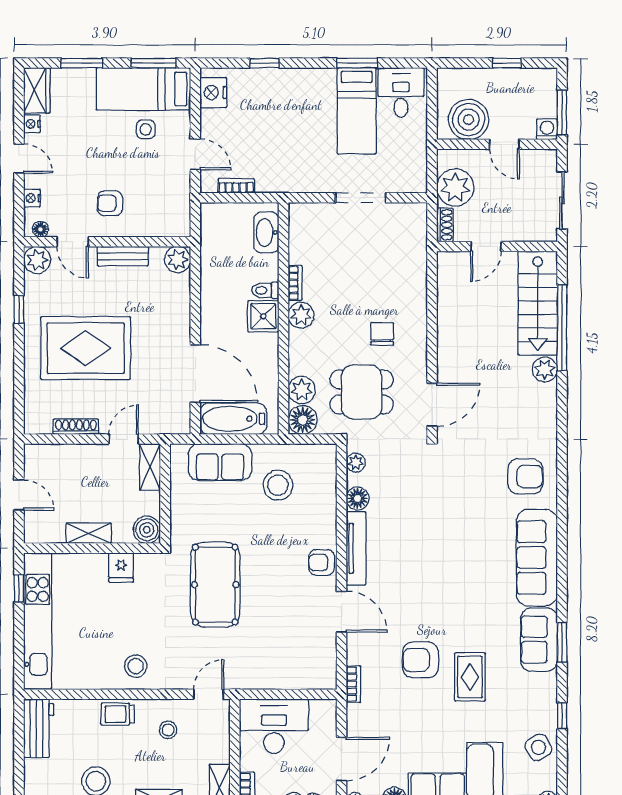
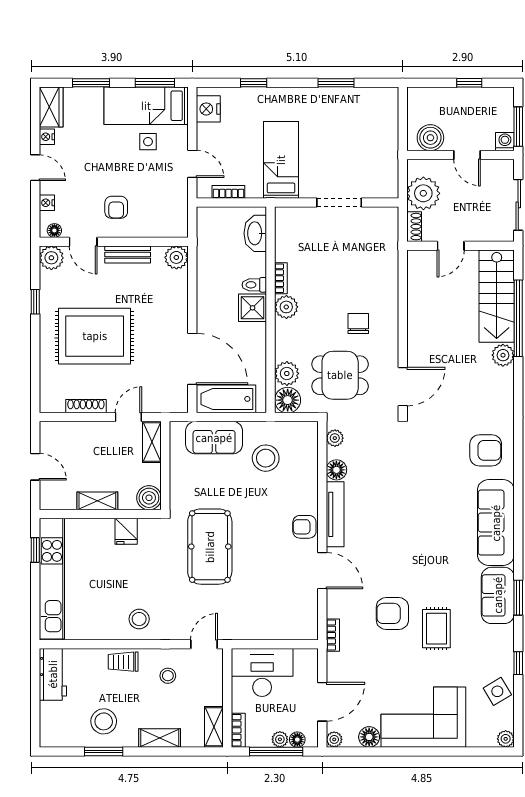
desk: (401, 93) -> (375, 109), removed
bed: (357, 111) -> (281, 160), moved, turned 180
boiler: (469, 120) -> (430, 138), width x0.73, depth x0.73
armchair: (110, 203) -> (116, 207), turned -90

